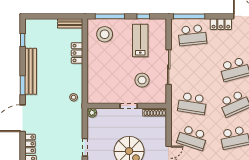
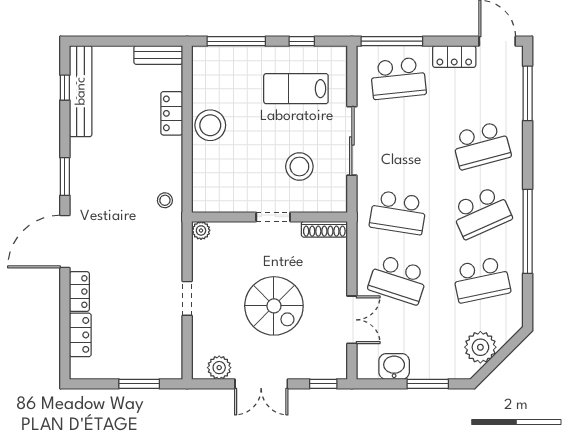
stool: (105, 34) -> (210, 125), moved
lab bench: (140, 40) -> (296, 89), turned -90
bench: (31, 71) -> (81, 91), moved

